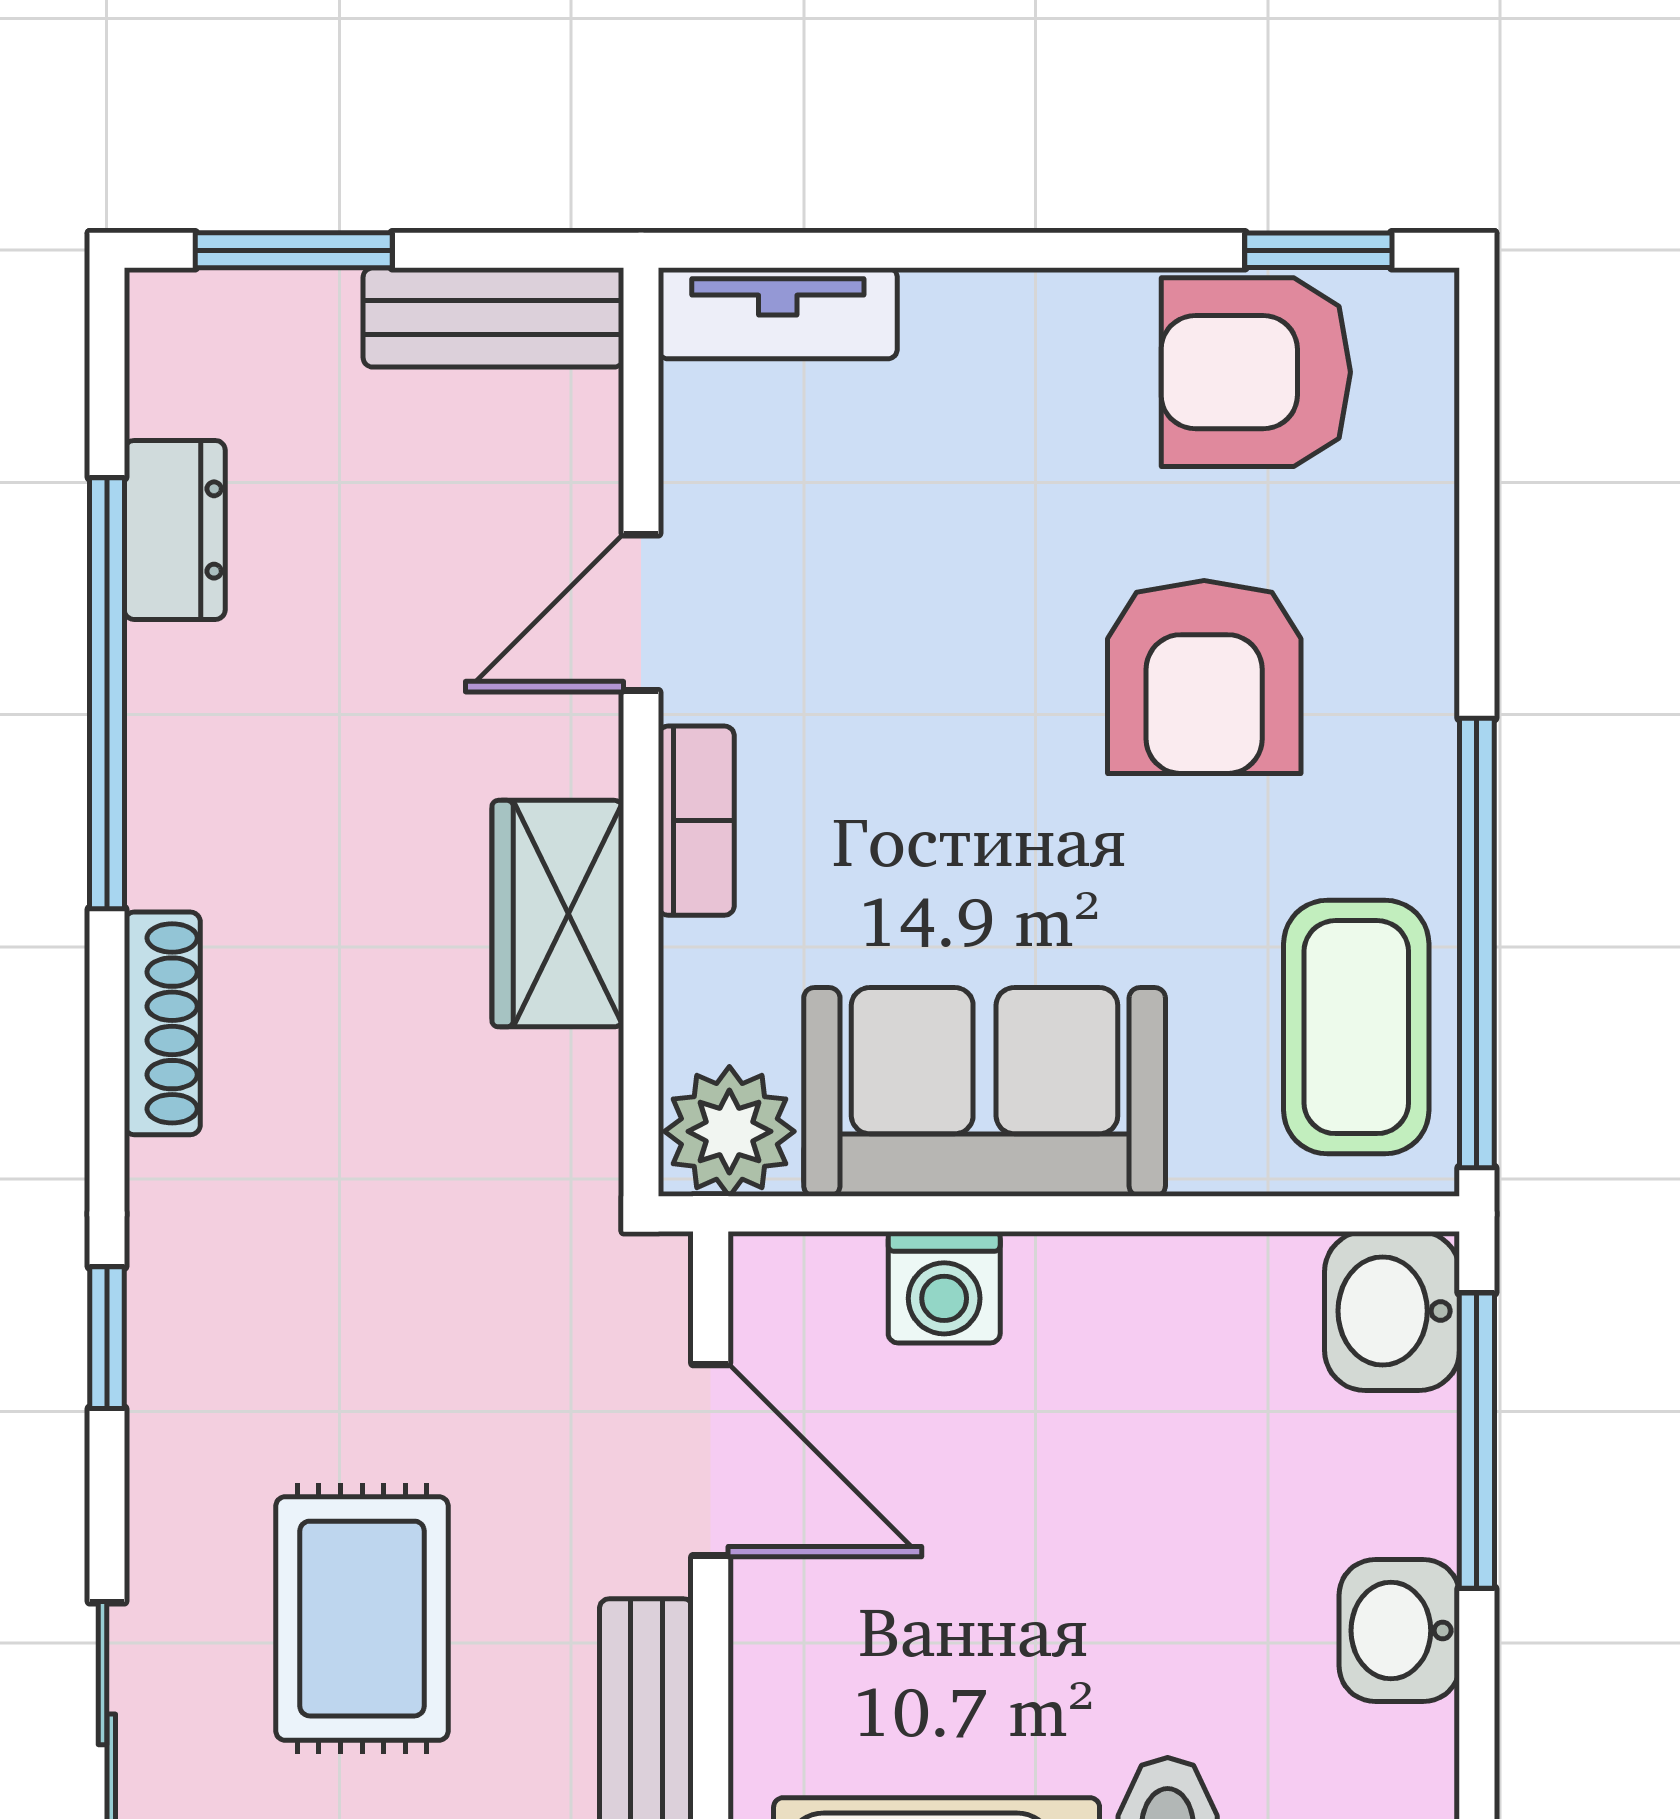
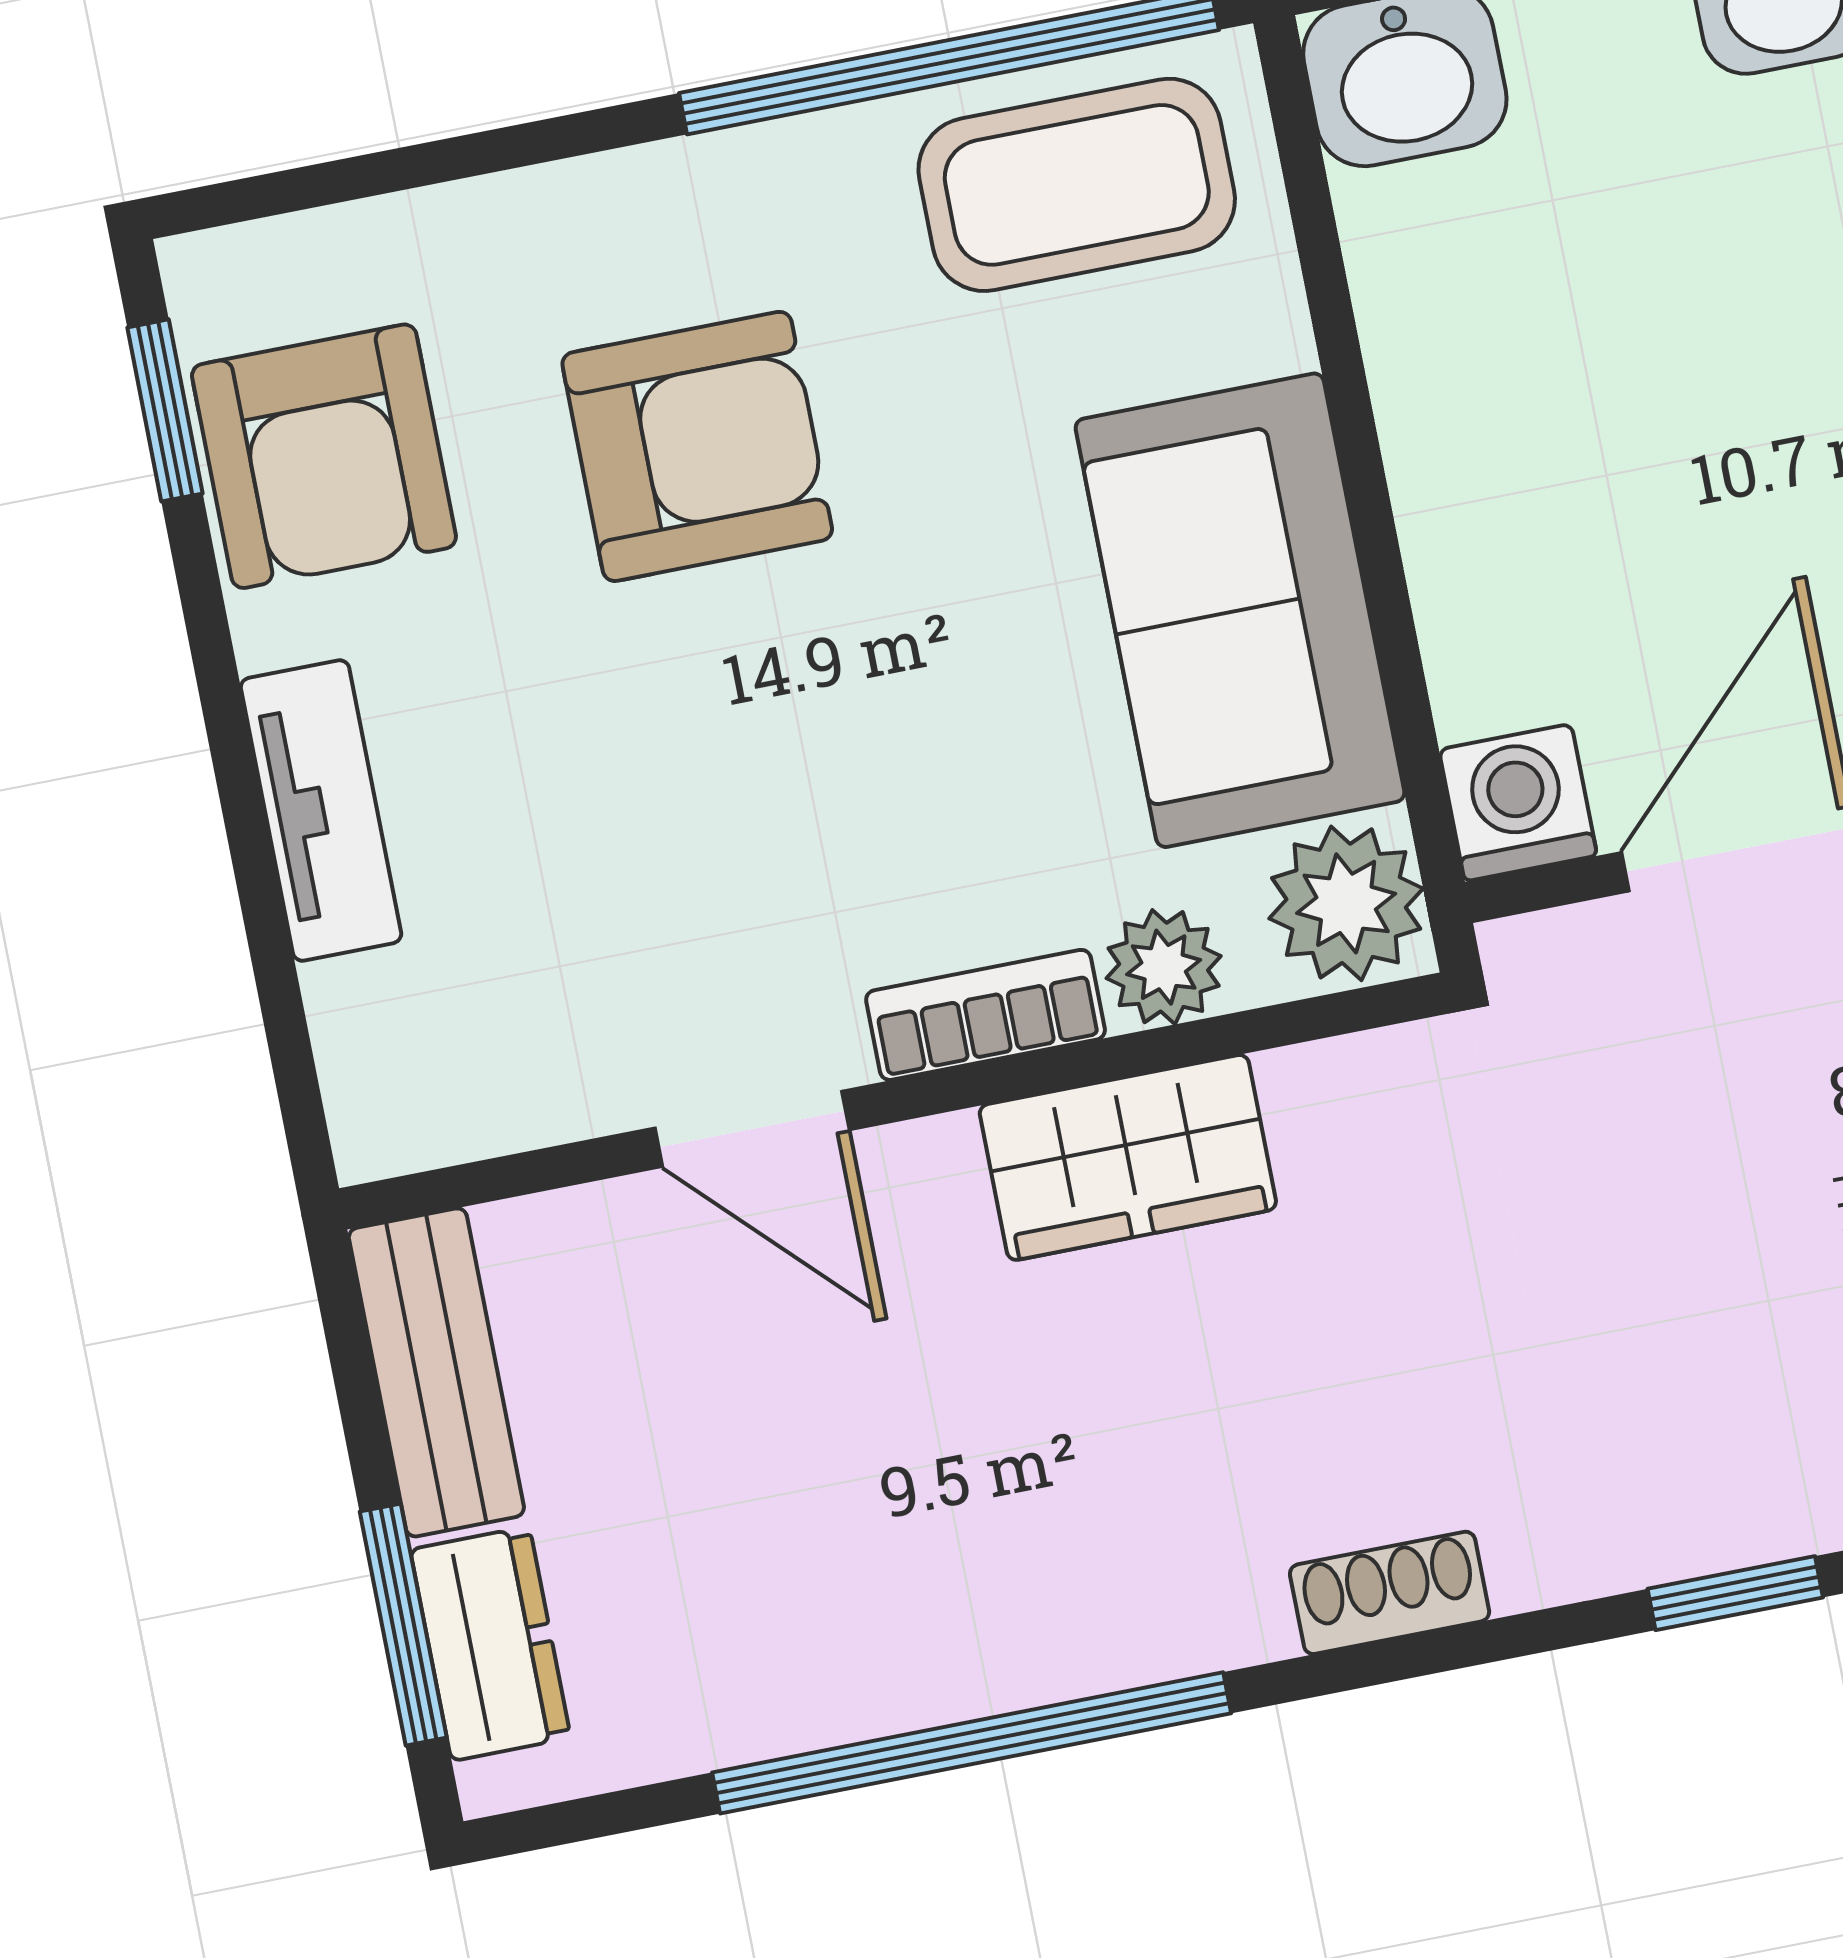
tv unit: (778, 313) -> (321, 810), moved
dresser: (175, 530) -> (490, 1644), moved, turned 90
plant: (707, 973) -> (1164, 967), added
shoe rack: (162, 1023) -> (1390, 1593), width x0.70
washing machine: (944, 1287) -> (1518, 803), moved, turned -90

